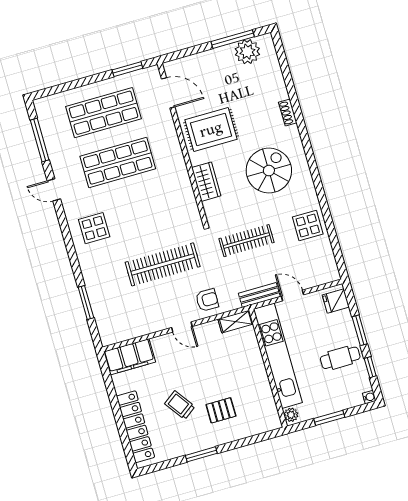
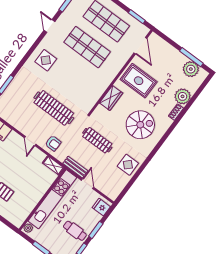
plant: (274, 89) -> (183, 96), added

